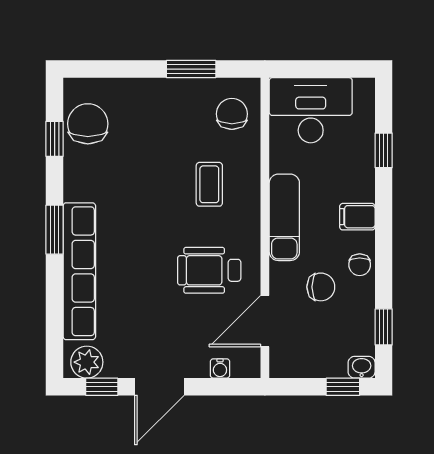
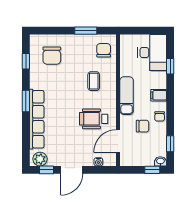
desk: (311, 110) -> (152, 53), moved, turned 90
chair: (88, 124) -> (52, 56), moved, turned 180

